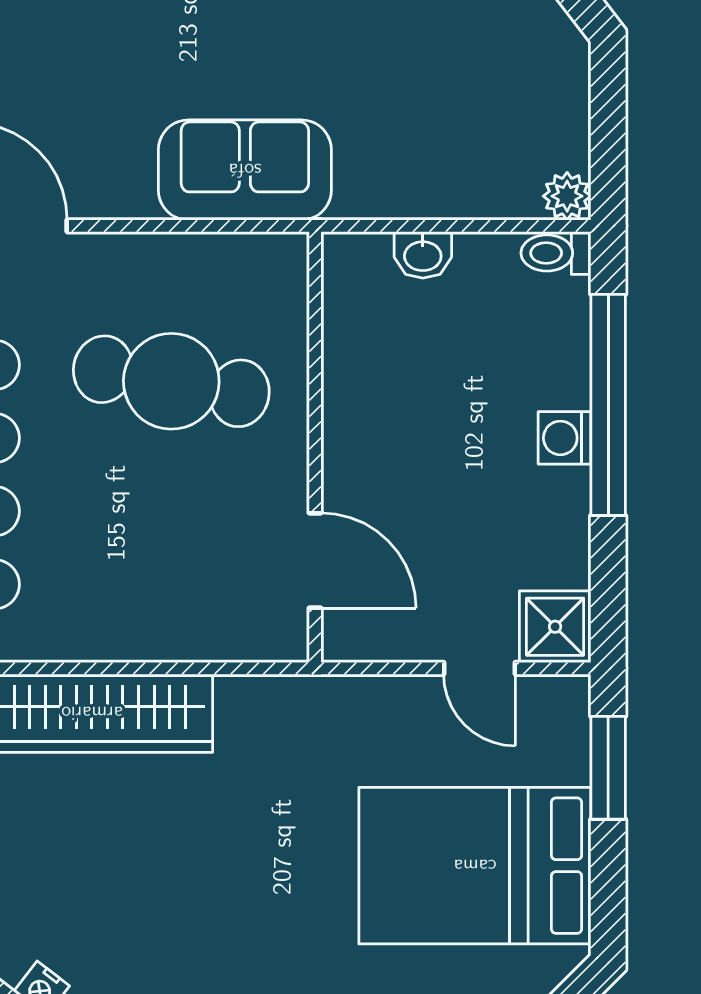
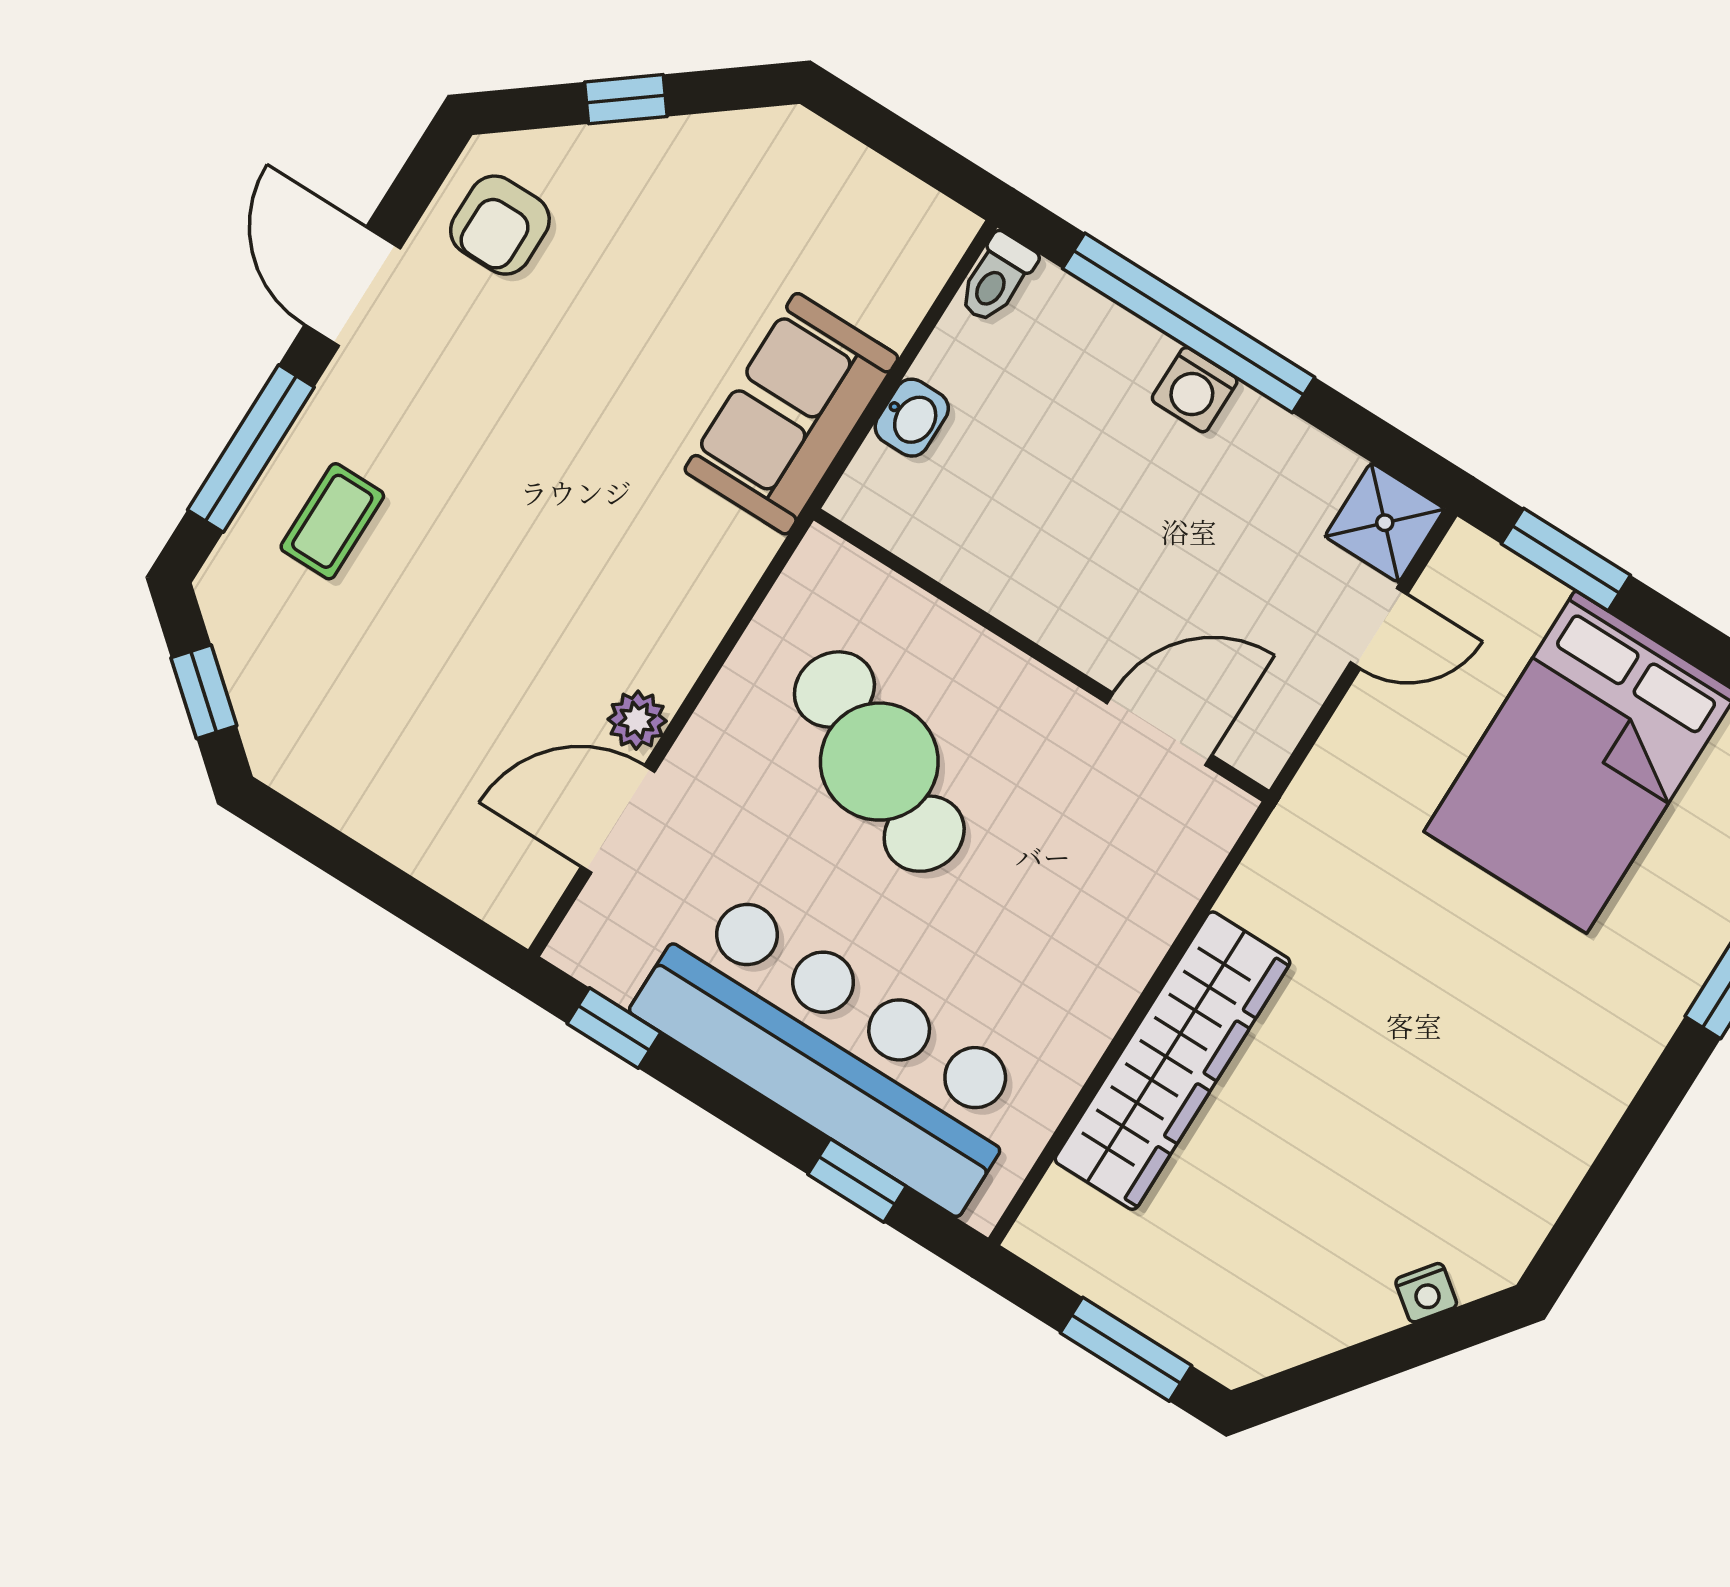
sofa: (245, 170) -> (791, 414), moved
plant: (567, 196) -> (637, 720), moved
cafe table: (171, 381) -> (879, 762), turned -74

